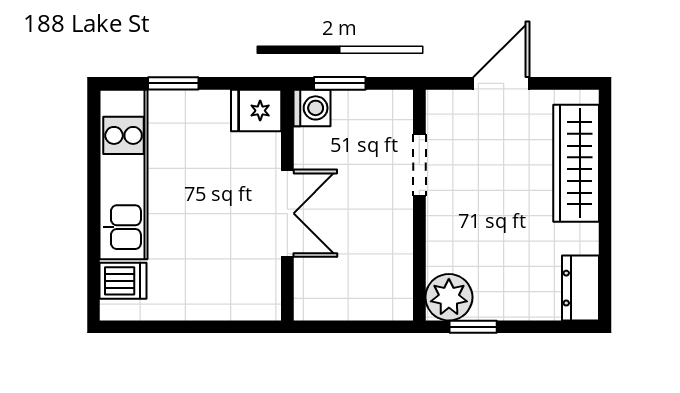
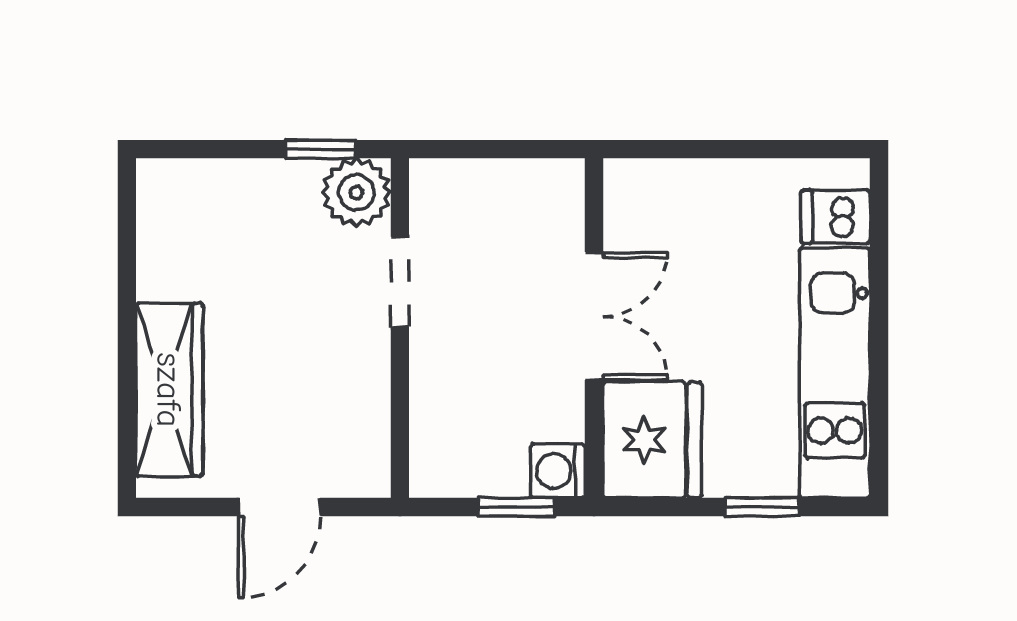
fridge: (256, 111) -> (652, 440), width x1.88, depth x1.34
doorway: (419, 165) -> (400, 282), moved
double door: (287, 213) -> (594, 316), swing flipped
dresser: (581, 288) -> (163, 206), removed

